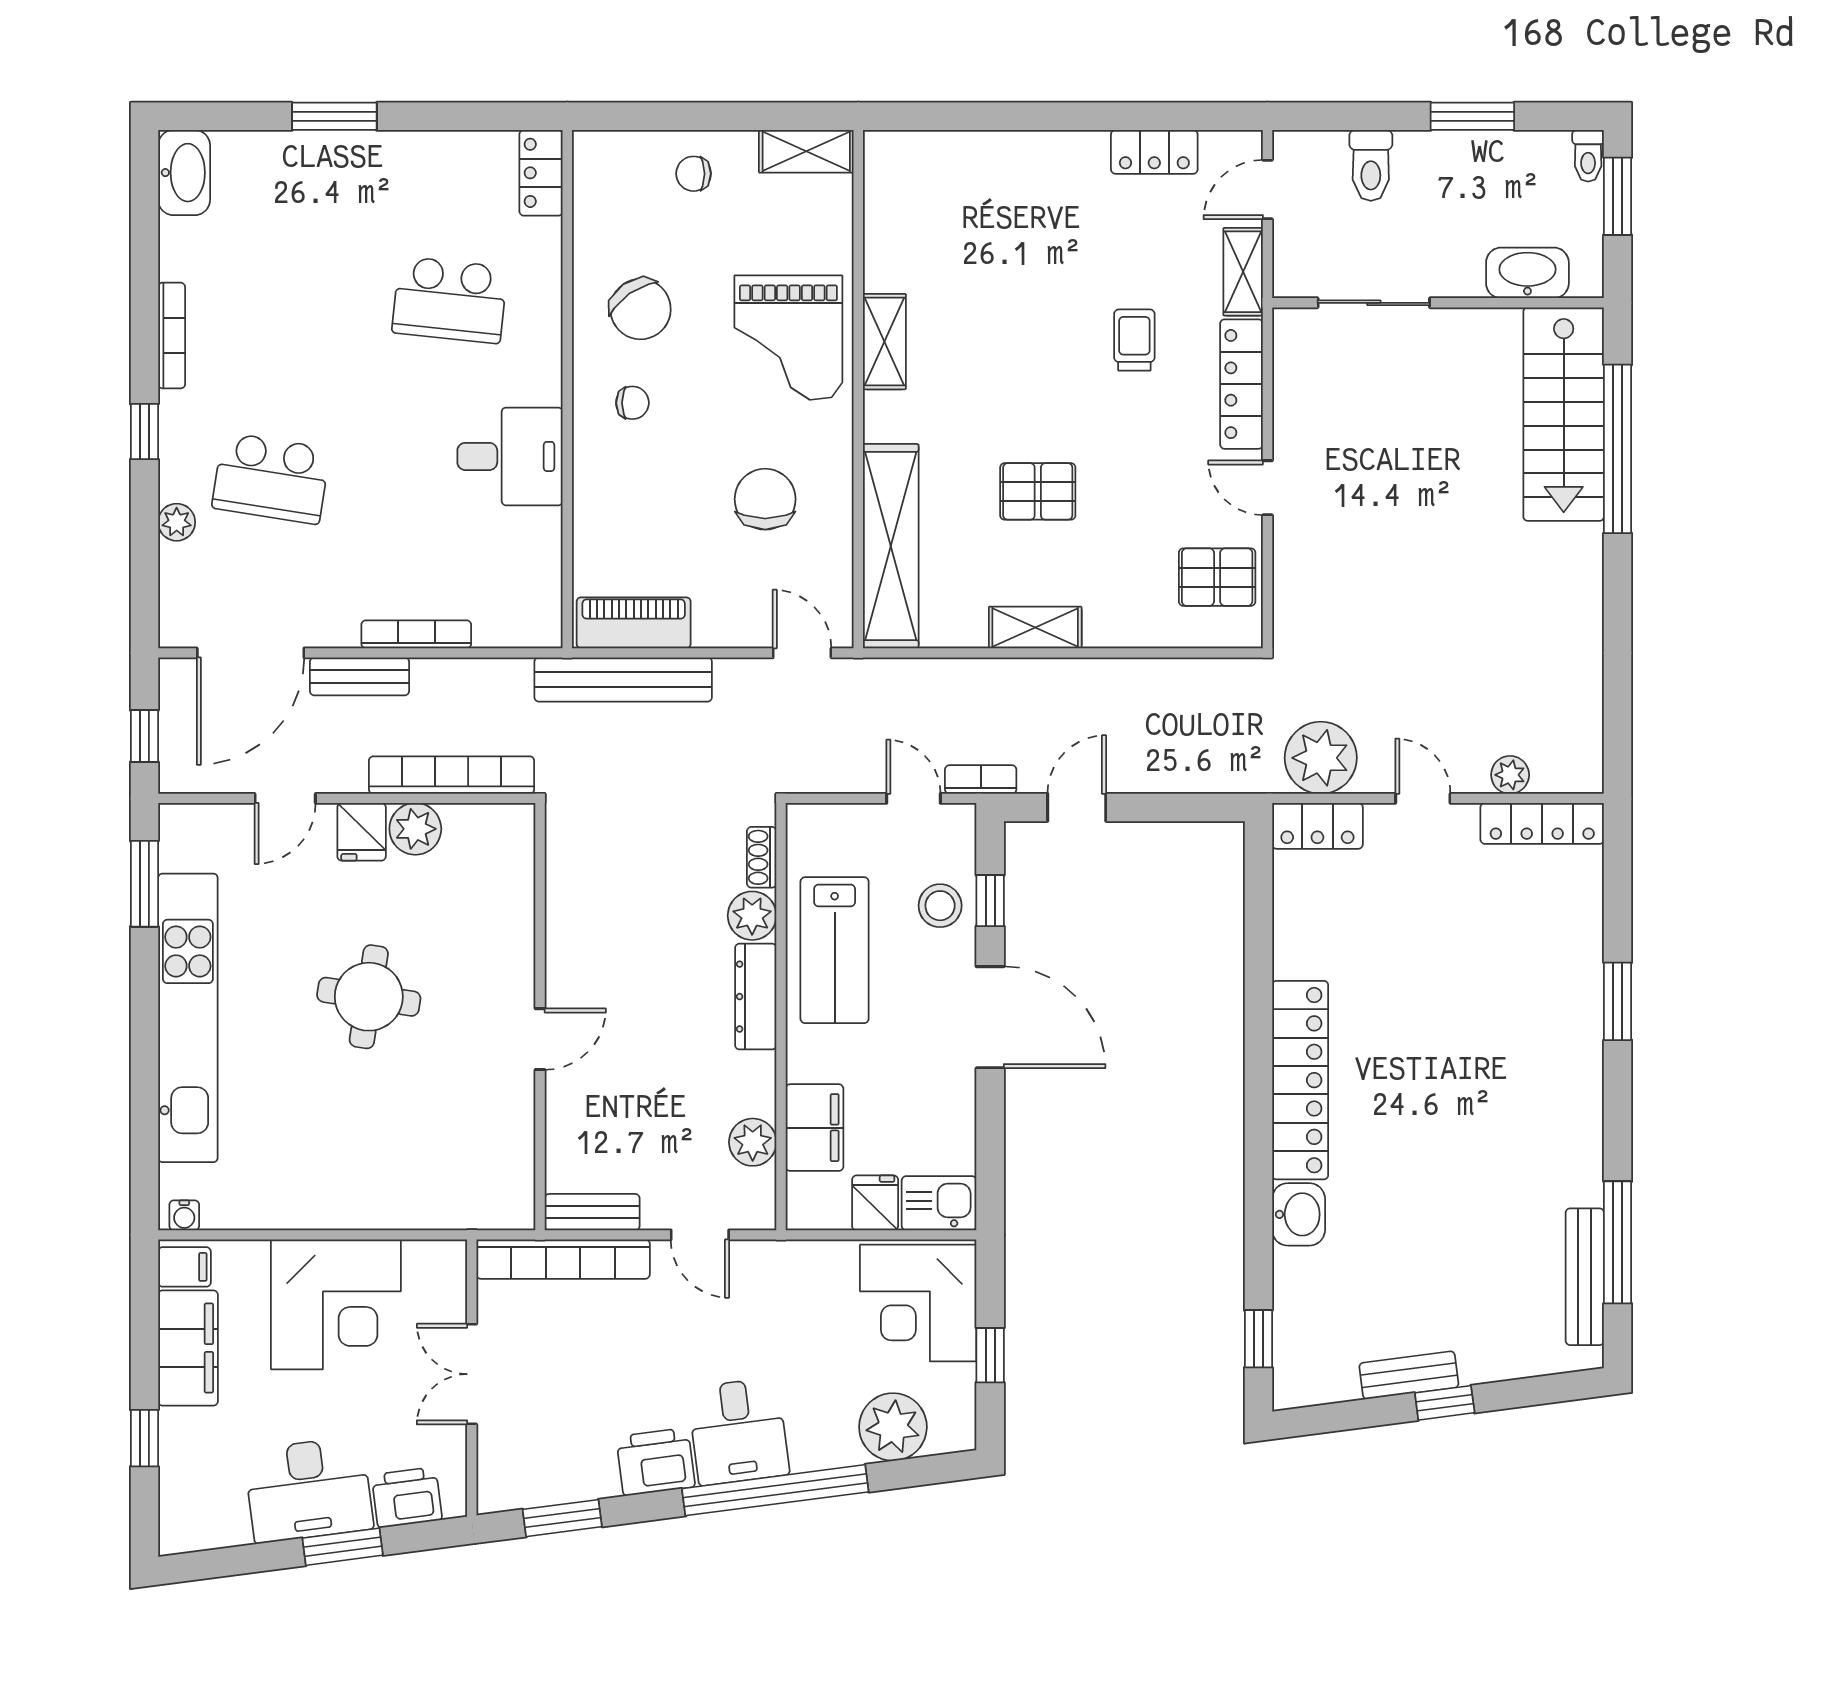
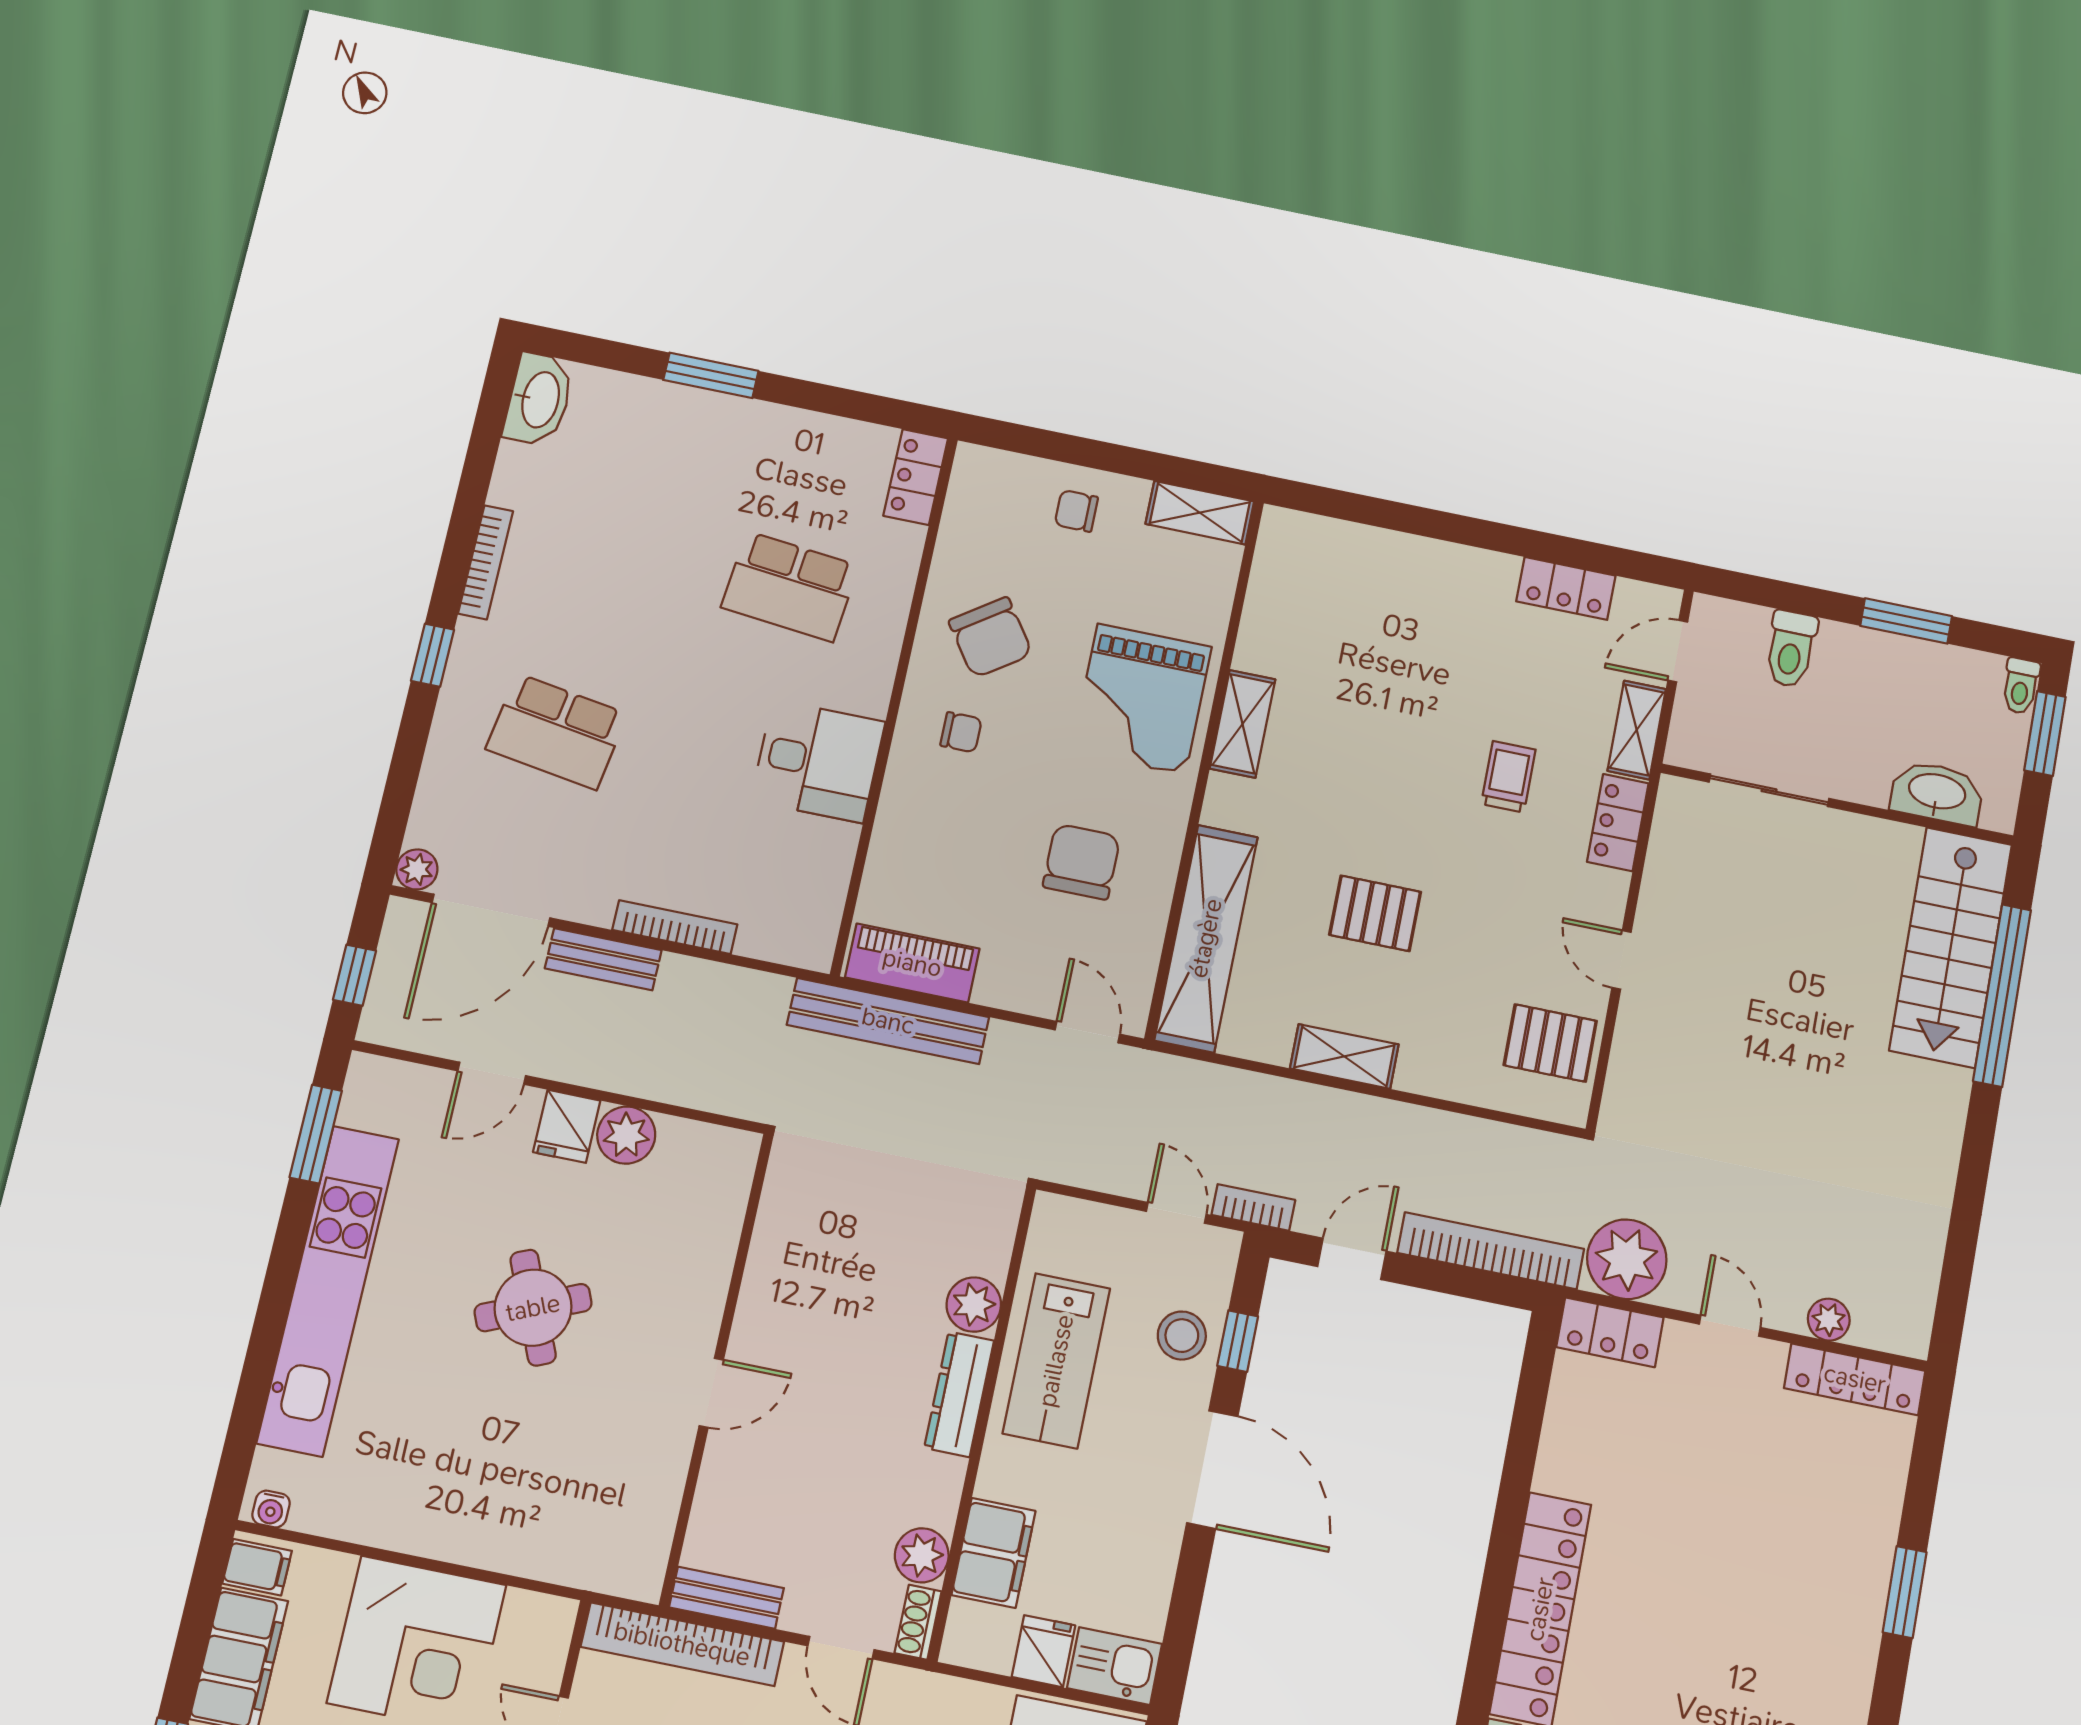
locker: (1242, 384) -> (1618, 823), width x0.66
plant: (177, 522) -> (417, 869), moved
bookcase: (451, 775) -> (1491, 1251), moved
shoe rack: (762, 857) -> (918, 1622), moved
round table: (369, 997) -> (533, 1308), turned -32

